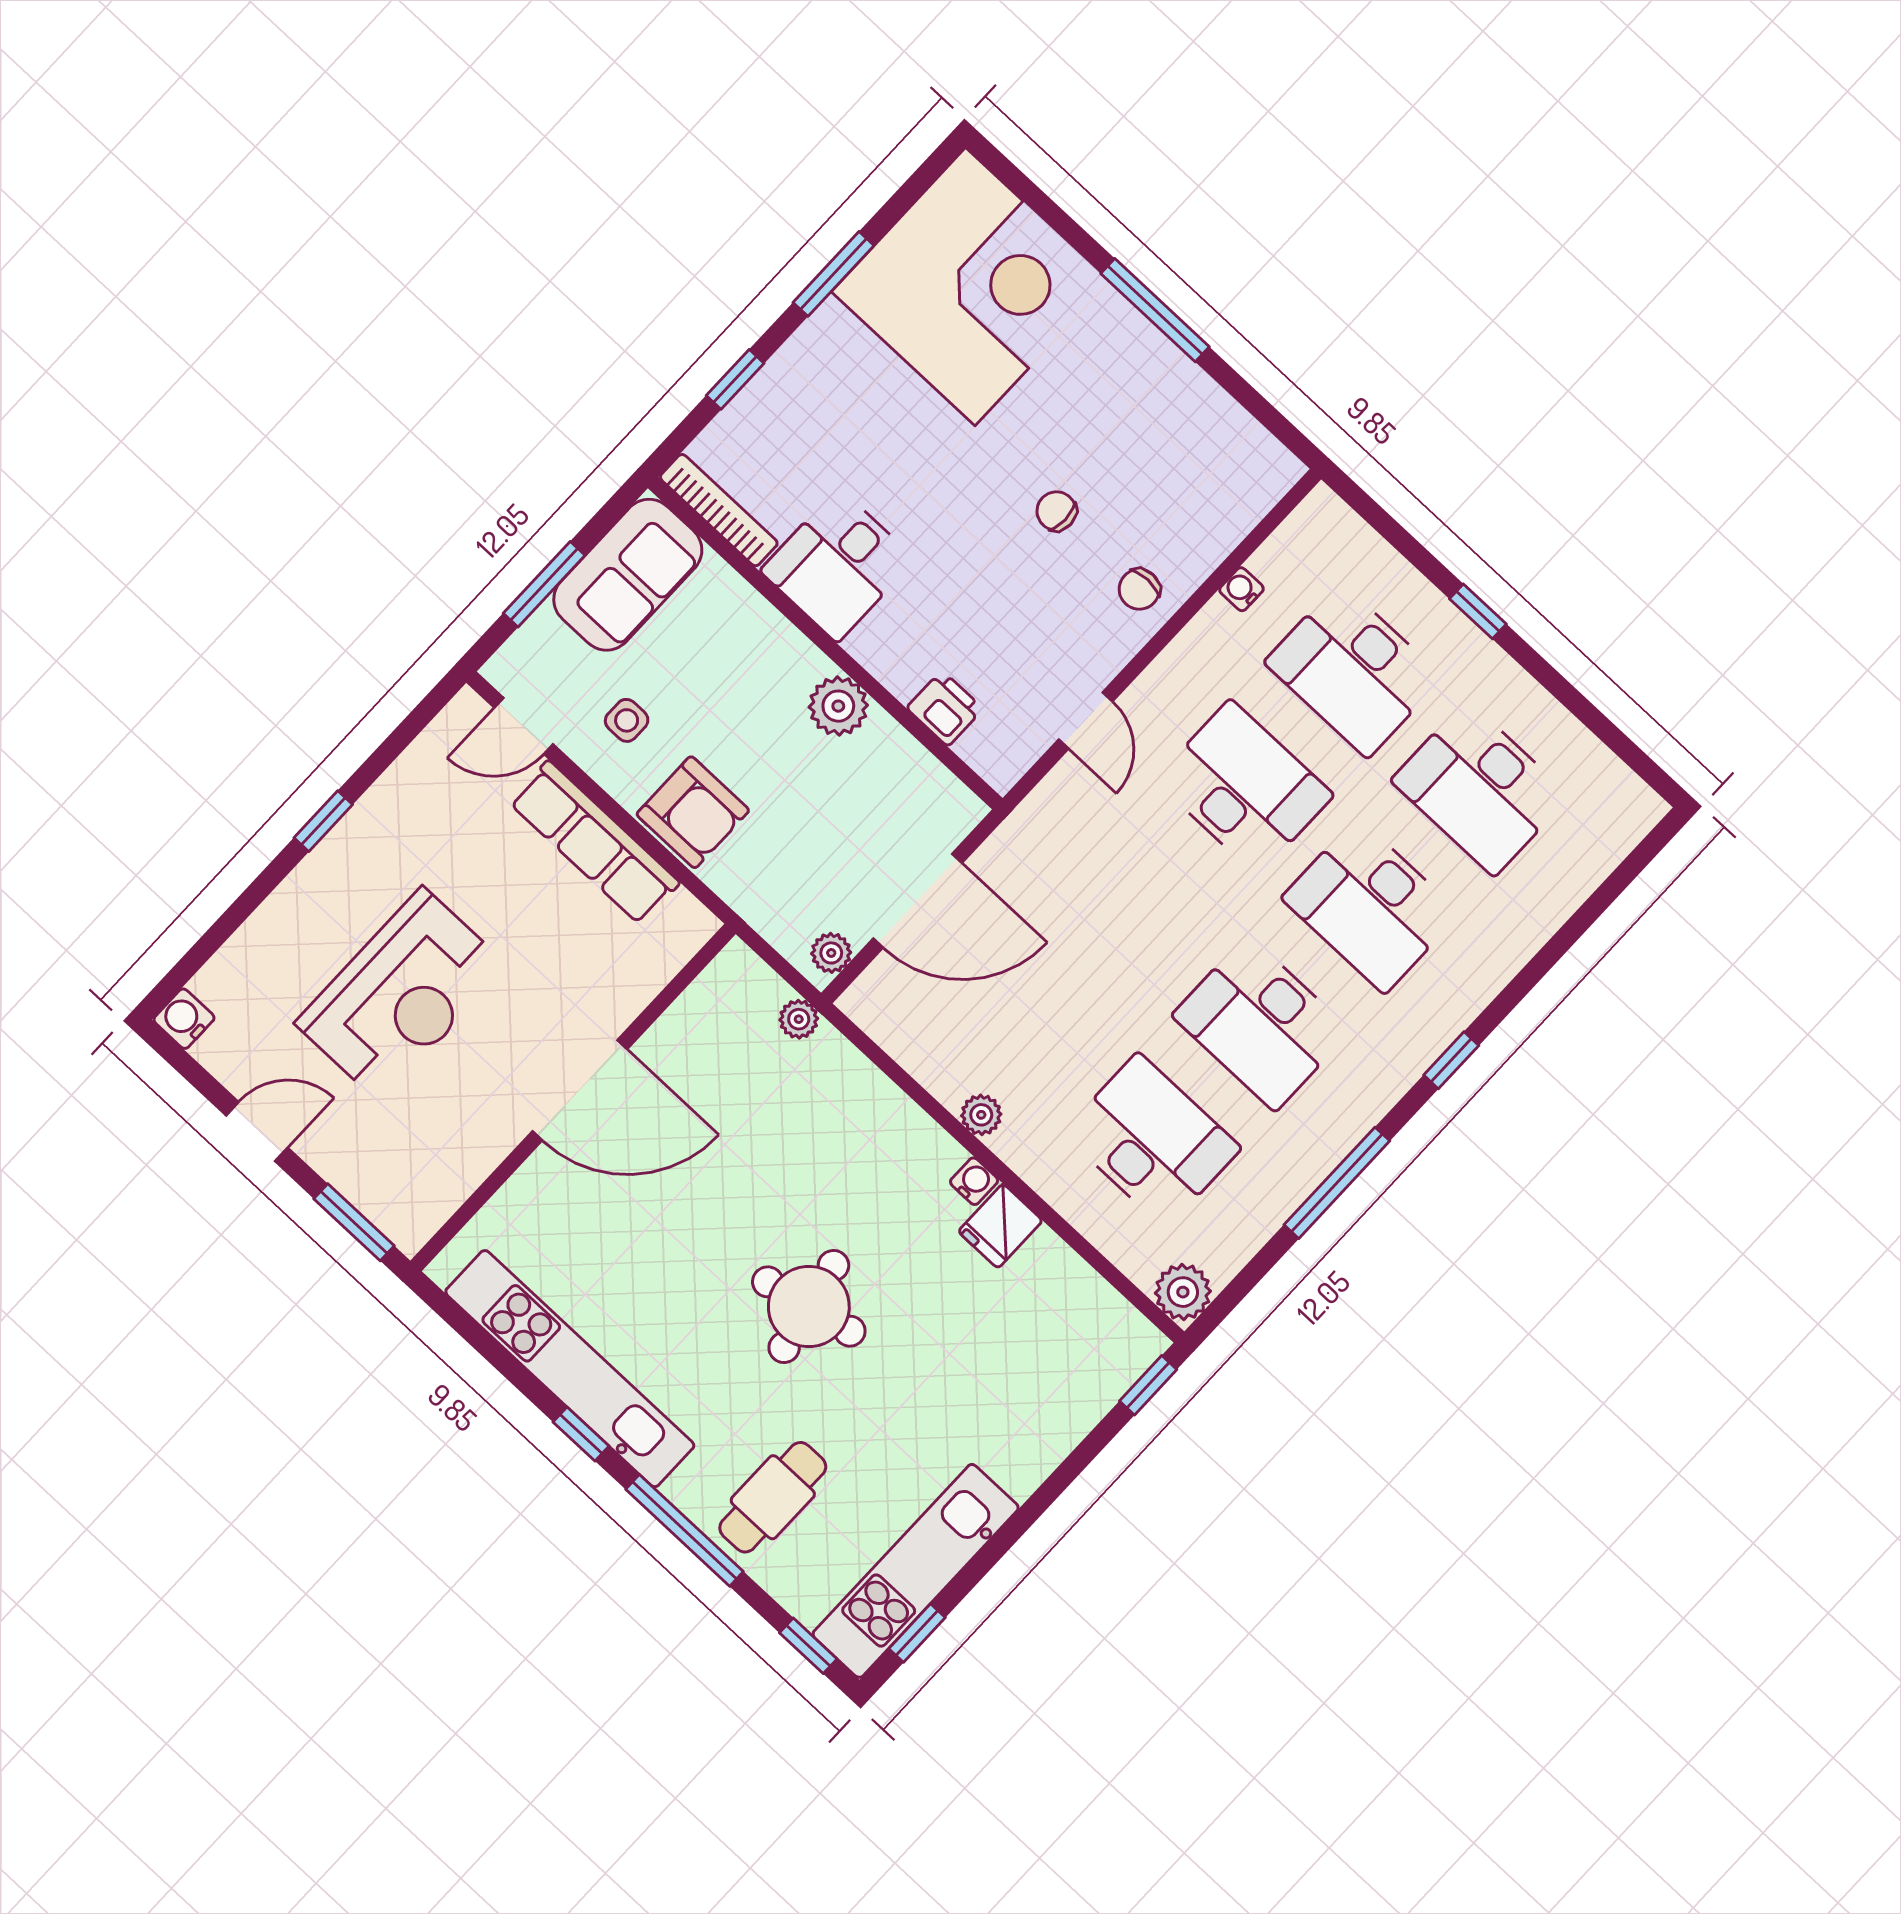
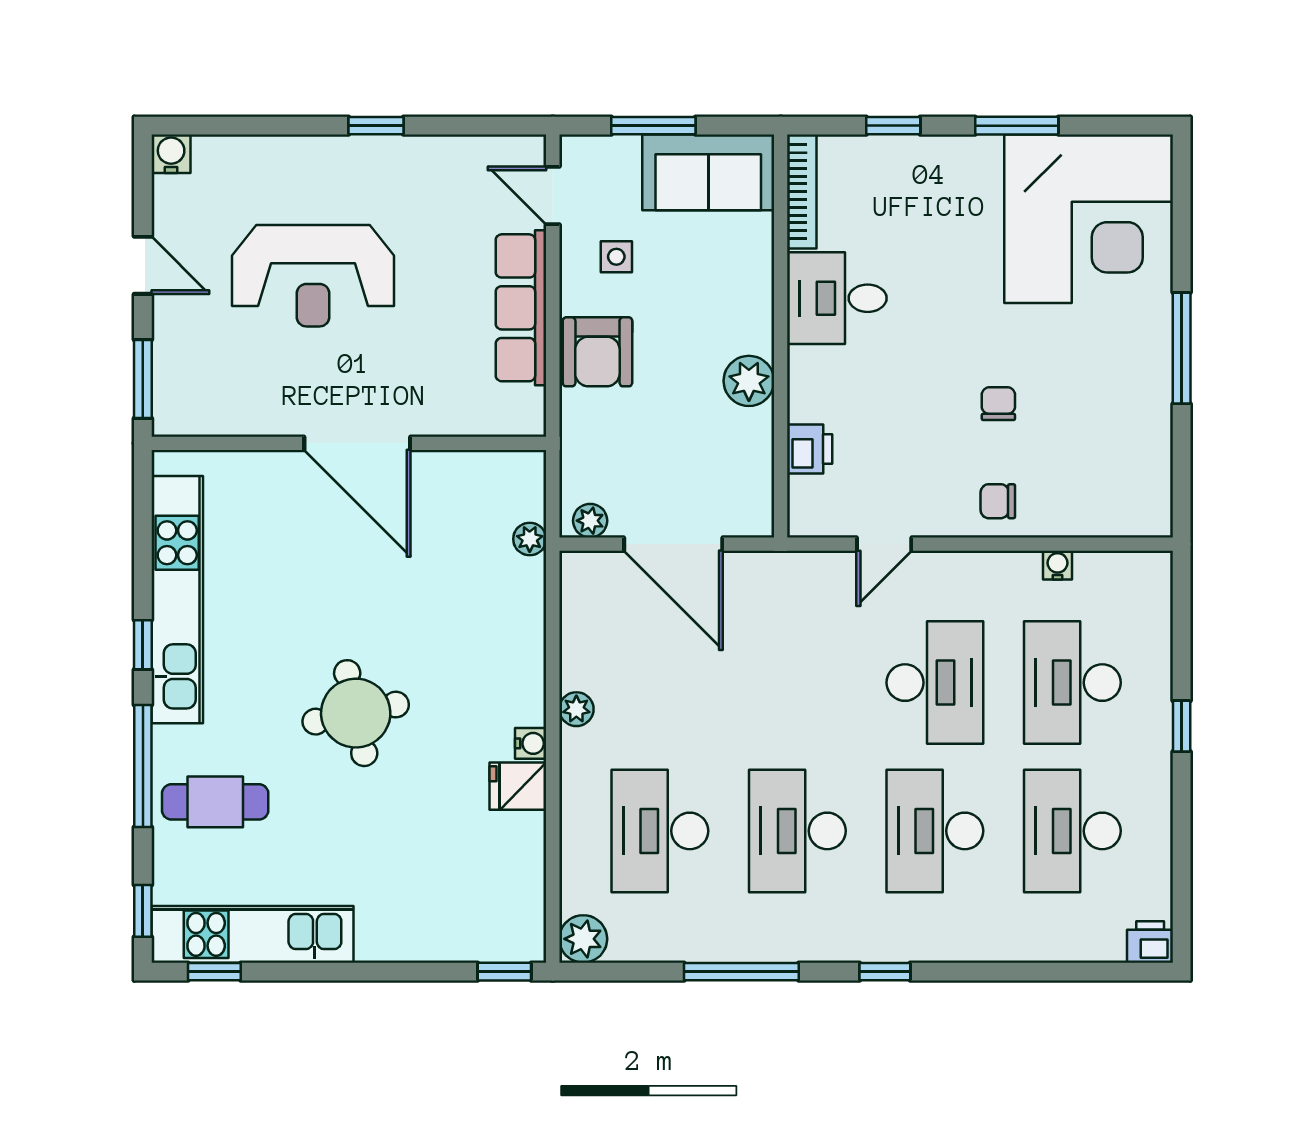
printer: (1637, 810) -> (1150, 942), added
desk: (1152, 1141) -> (660, 831), turned 180

